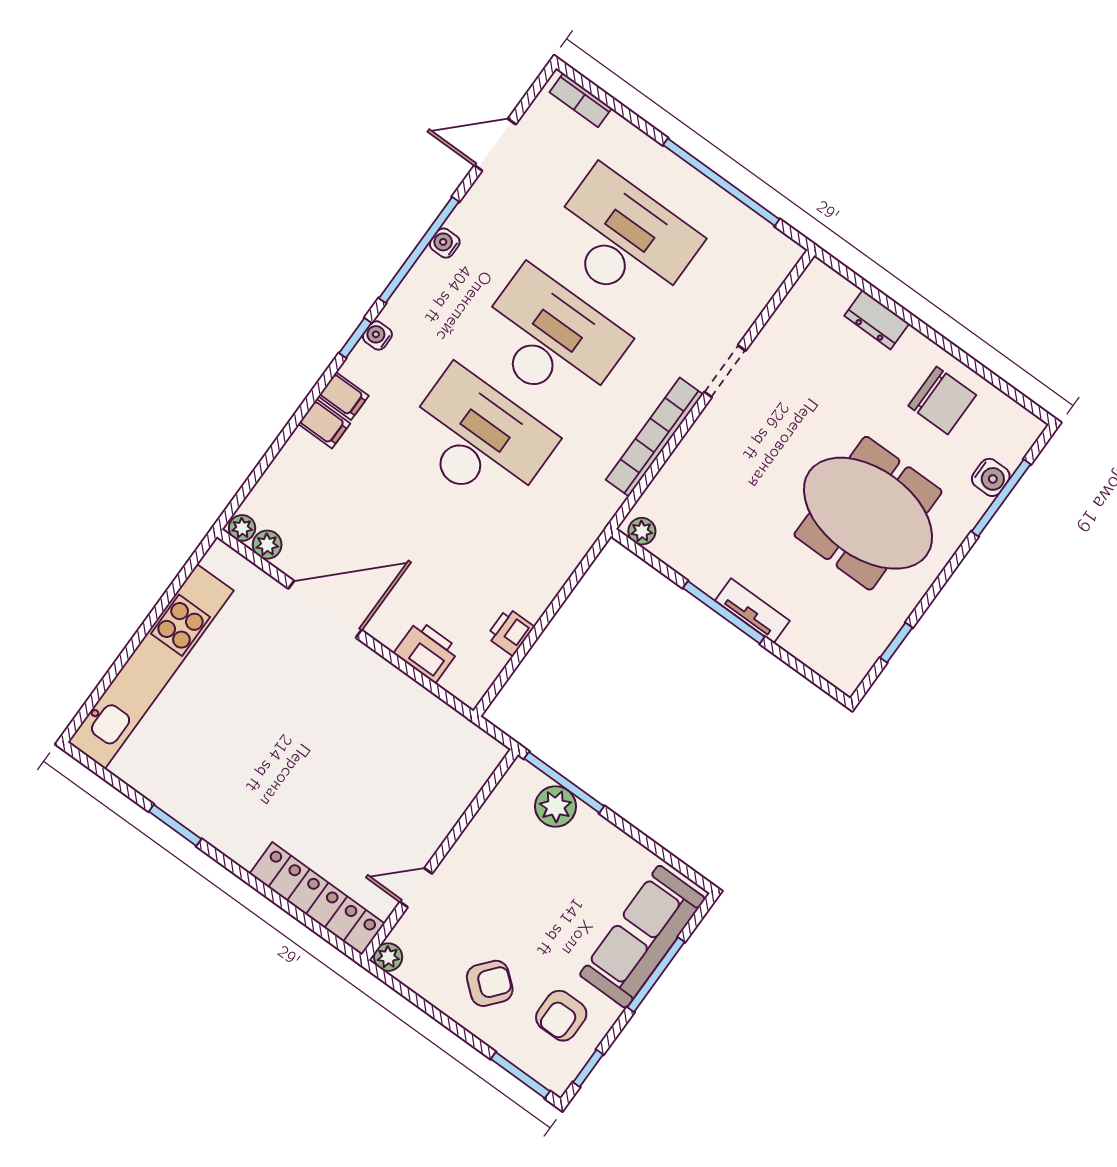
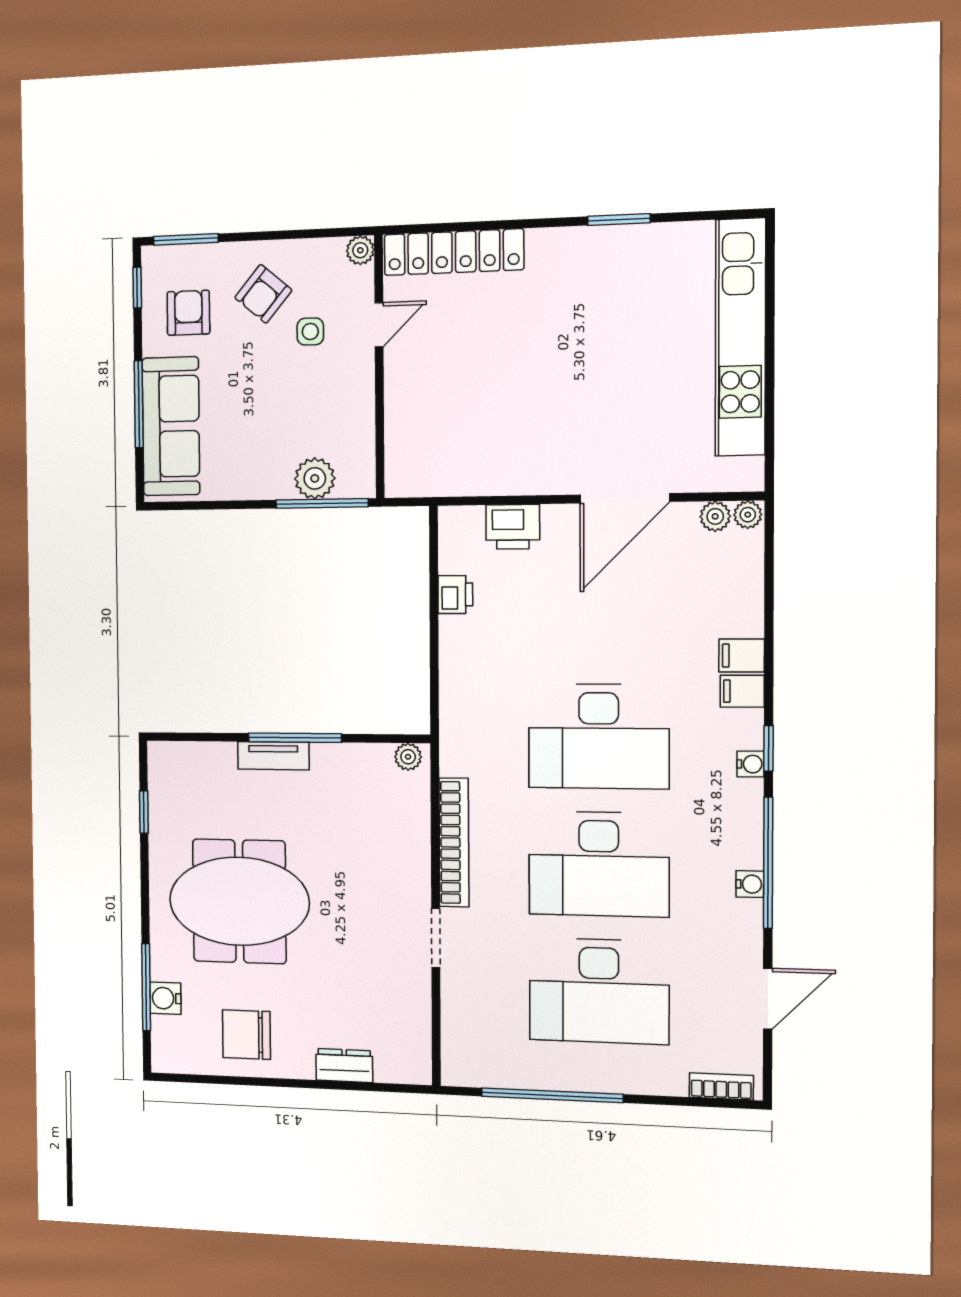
side table: (474, 925) -> (310, 332), added

